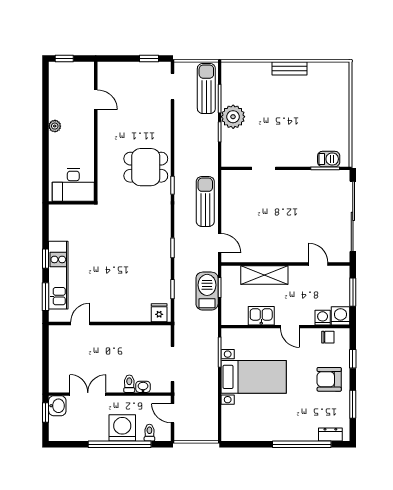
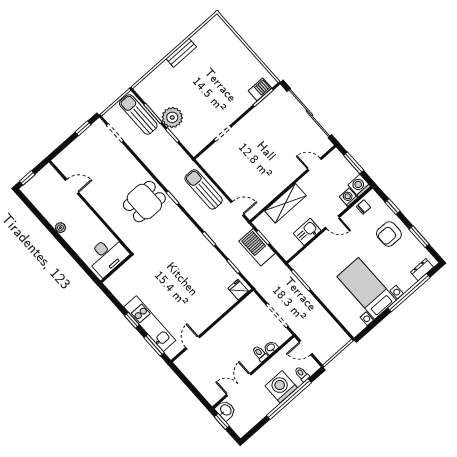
bed with nightstands: (254, 377) -> (367, 288), moved, turned -90

